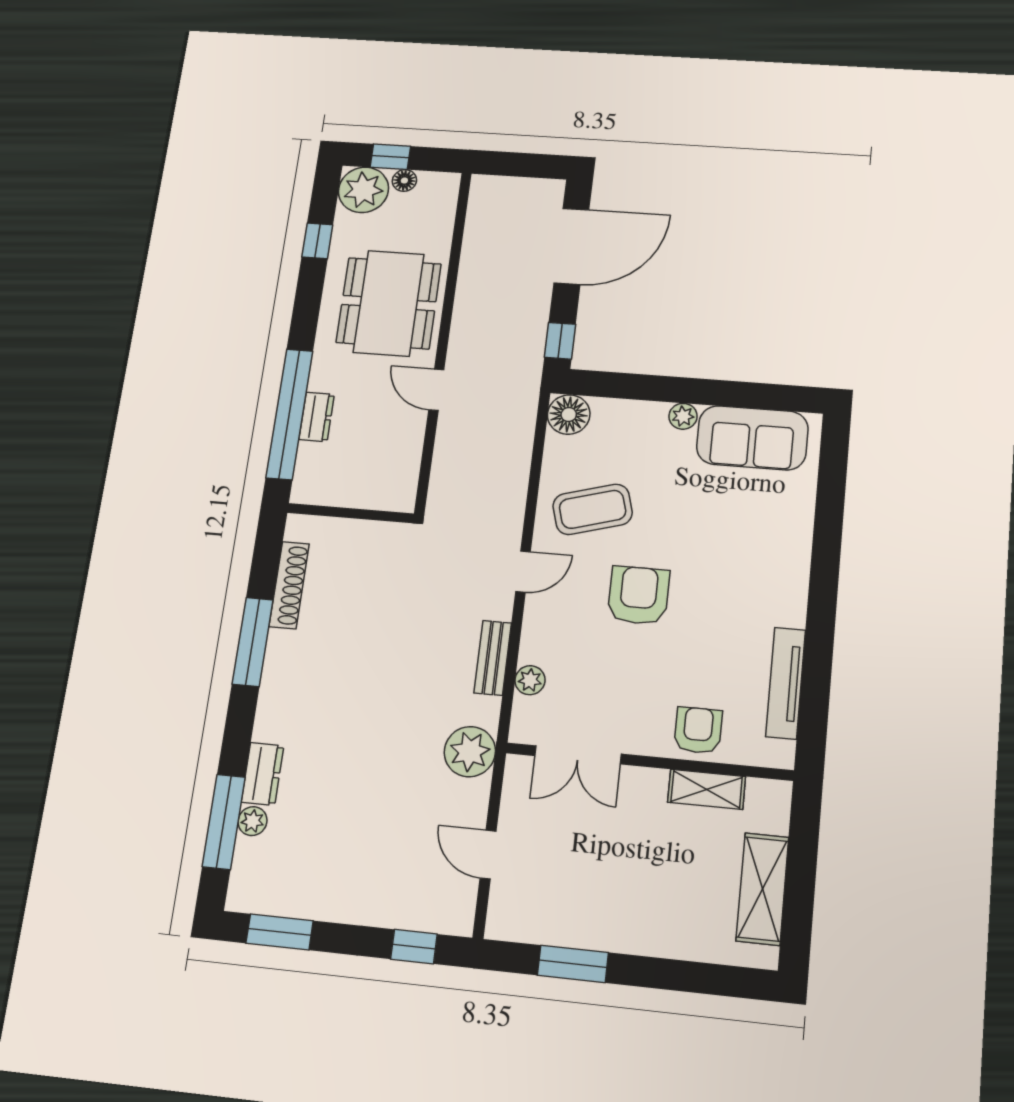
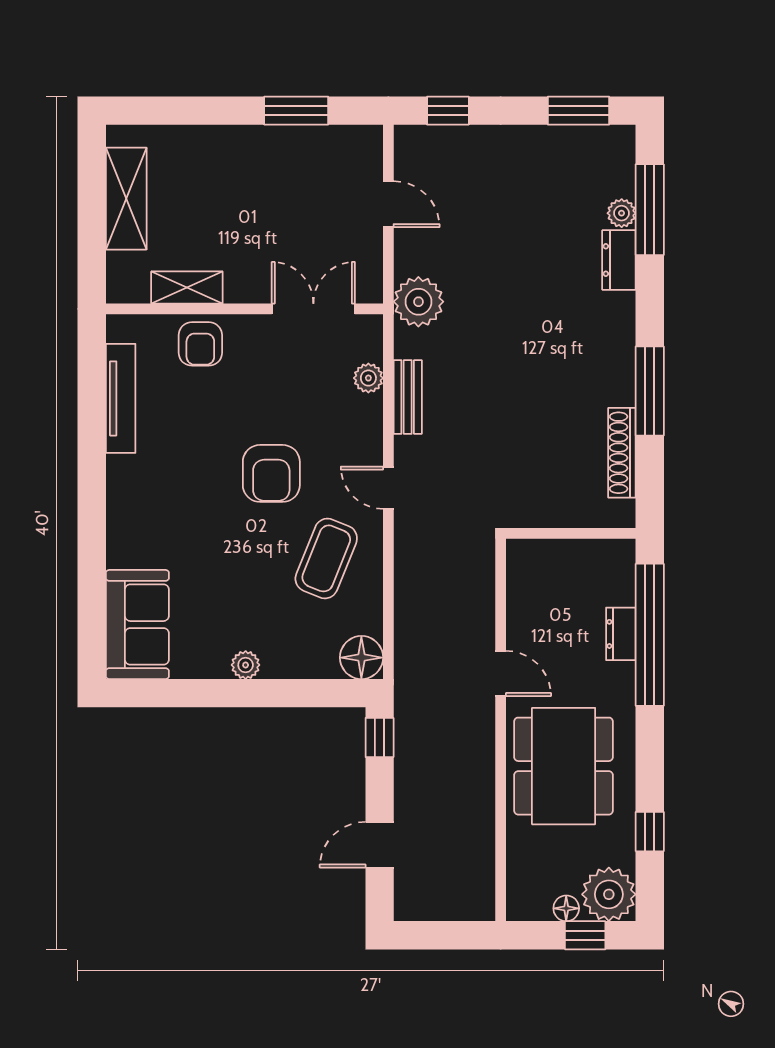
door: (571, 246) -> (380, 845), width x0.53
sofa: (752, 438) -> (137, 625), moved, turned 90
coffee table: (593, 509) -> (326, 558), turned -52
door: (523, 572) -> (388, 488), hinge flipped

